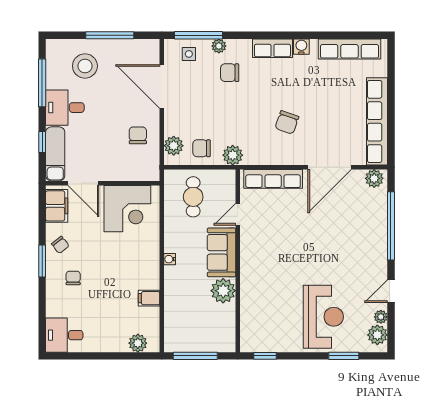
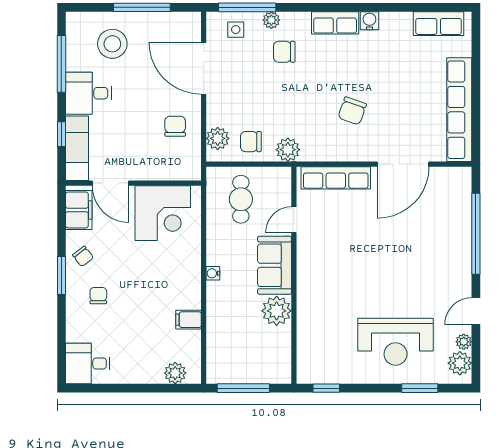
row of seats: (349, 49) -> (439, 24), width x0.68
plant: (374, 178) -> (456, 177), removed
reception desk: (323, 317) -> (396, 342), turned 90

